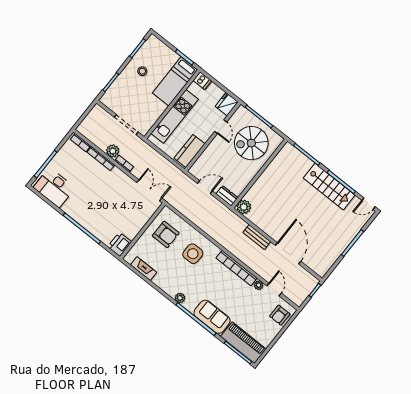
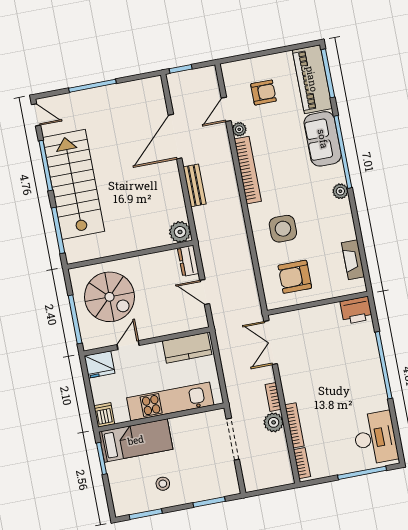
stairs: (329, 187) -> (74, 184), width x1.36, depth x1.51
armchair: (166, 234) -> (295, 277), turned -90
armchair: (280, 315) -> (263, 92), moved

